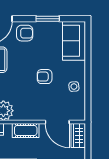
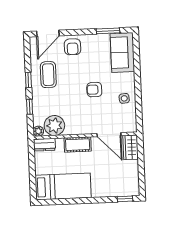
window: (48, 19) -> (108, 31), moved
armchair: (25, 33) -> (72, 47), turned 90

